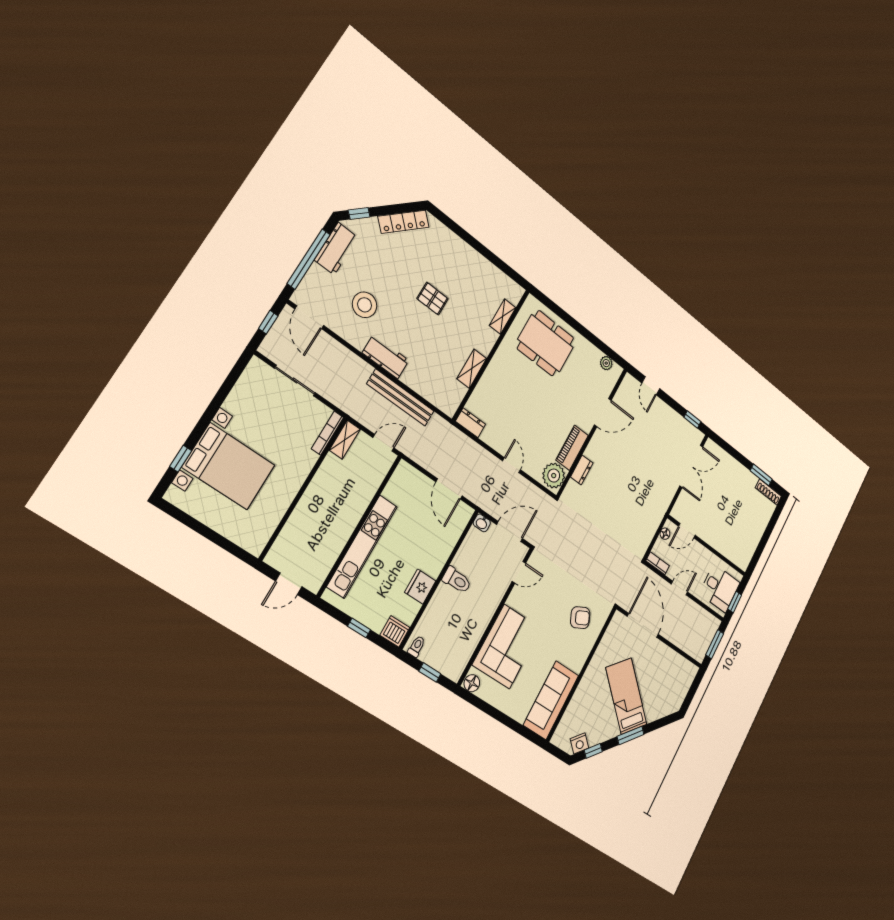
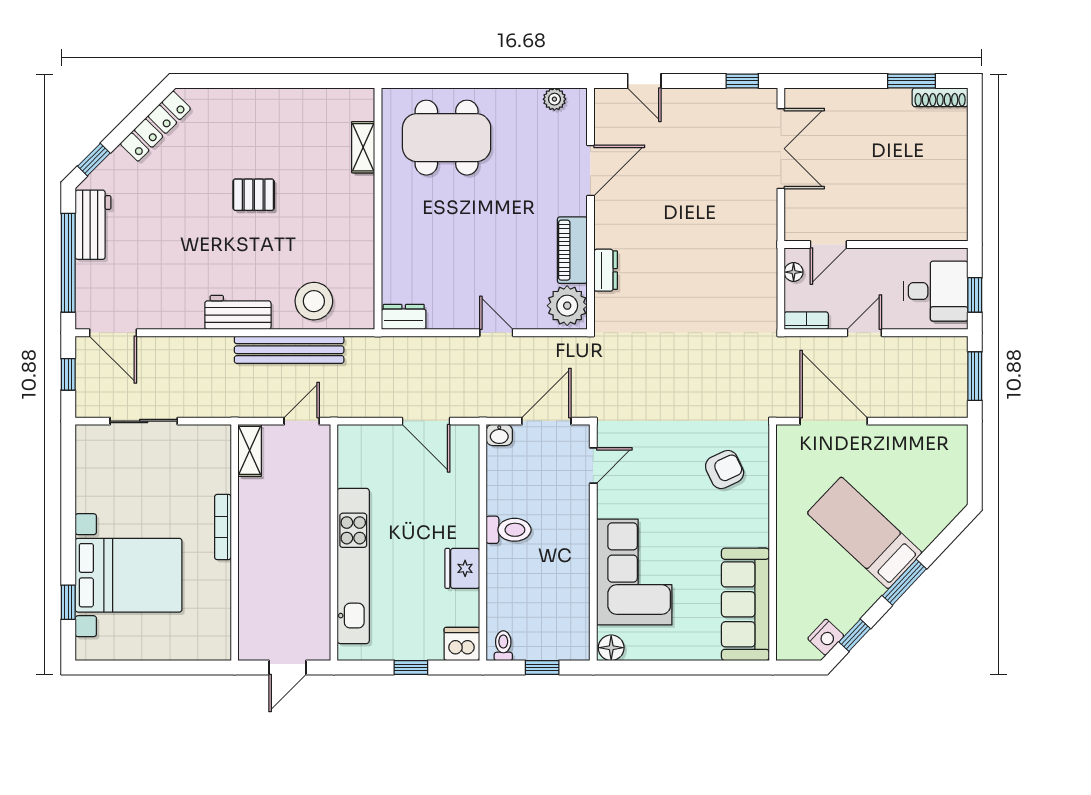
stool: (365, 305) -> (314, 301), moved
shelving: (472, 369) -> (362, 246), removed
bookcase: (327, 433) -> (223, 527), moved

